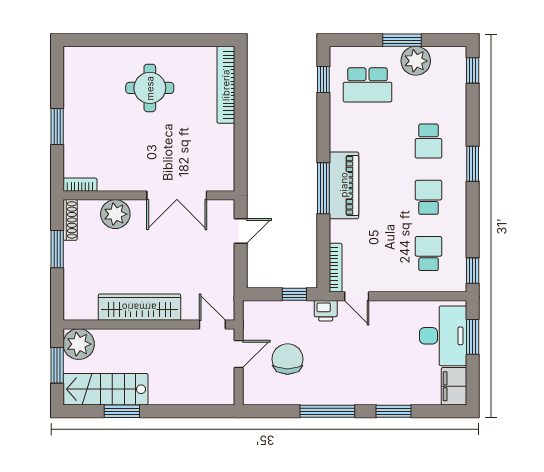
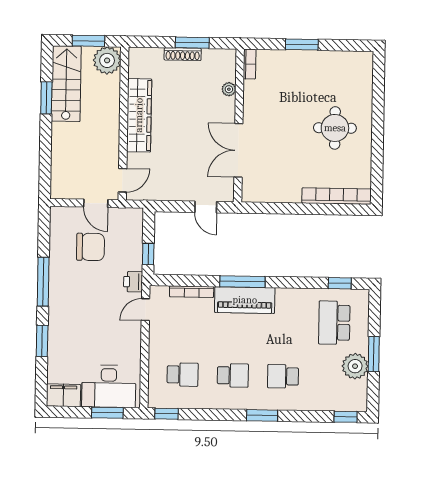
plant: (115, 214) -> (229, 89), width x0.53, depth x0.53
shoe rack: (70, 220) -> (183, 54), moved
bookcase: (336, 268) -> (192, 292), moved

